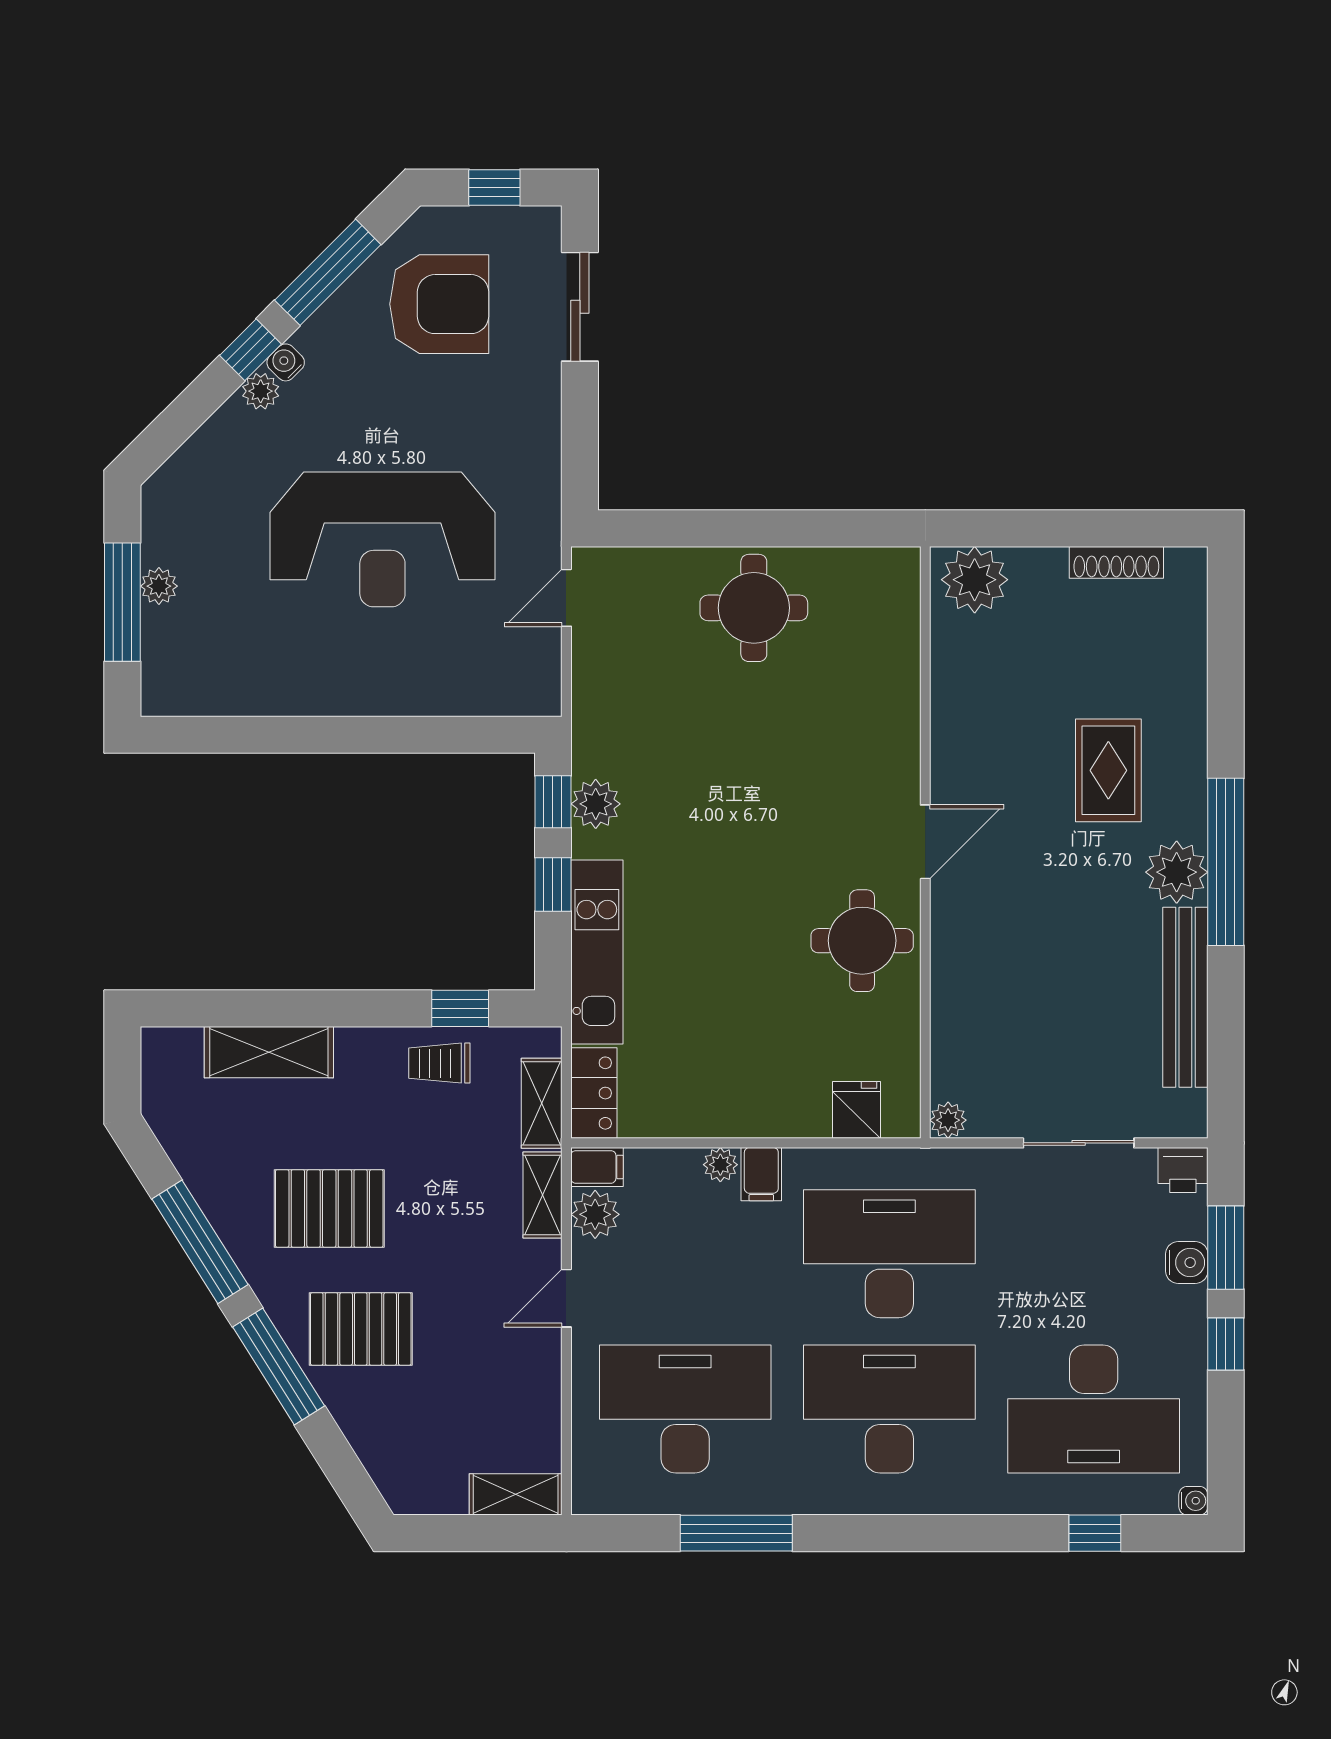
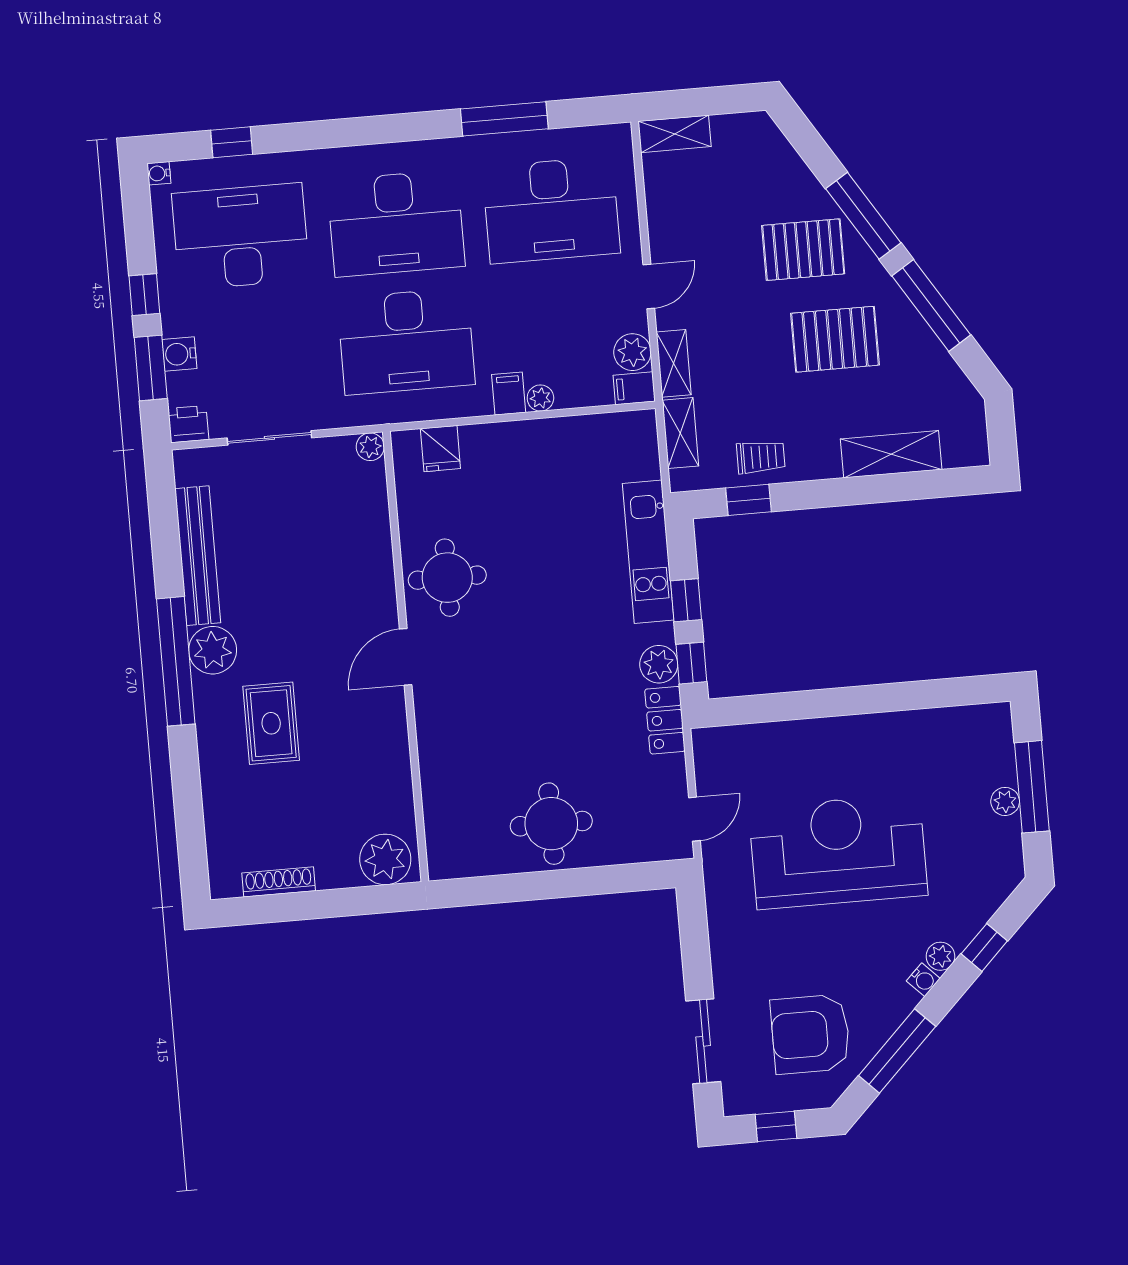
window: (250, 350) -> (984, 947), moved
locker: (594, 1093) -> (665, 720), moved

